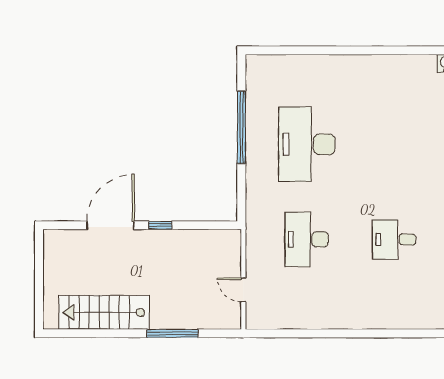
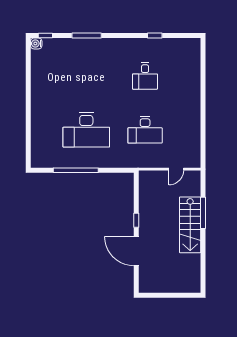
stairs: (104, 312) -> (190, 225), moved

